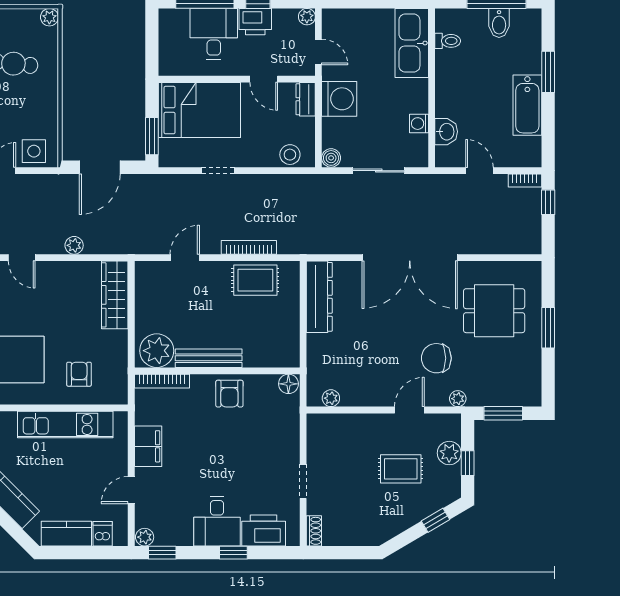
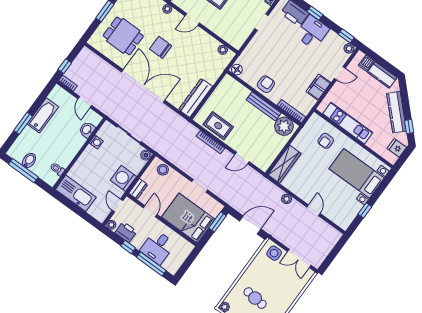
printer: (255, 22) -> (126, 232), moved
kitchen sink: (412, 43) -> (76, 193), moved, turned -90
chair: (436, 358) -> (161, 47), moved, turned 180

